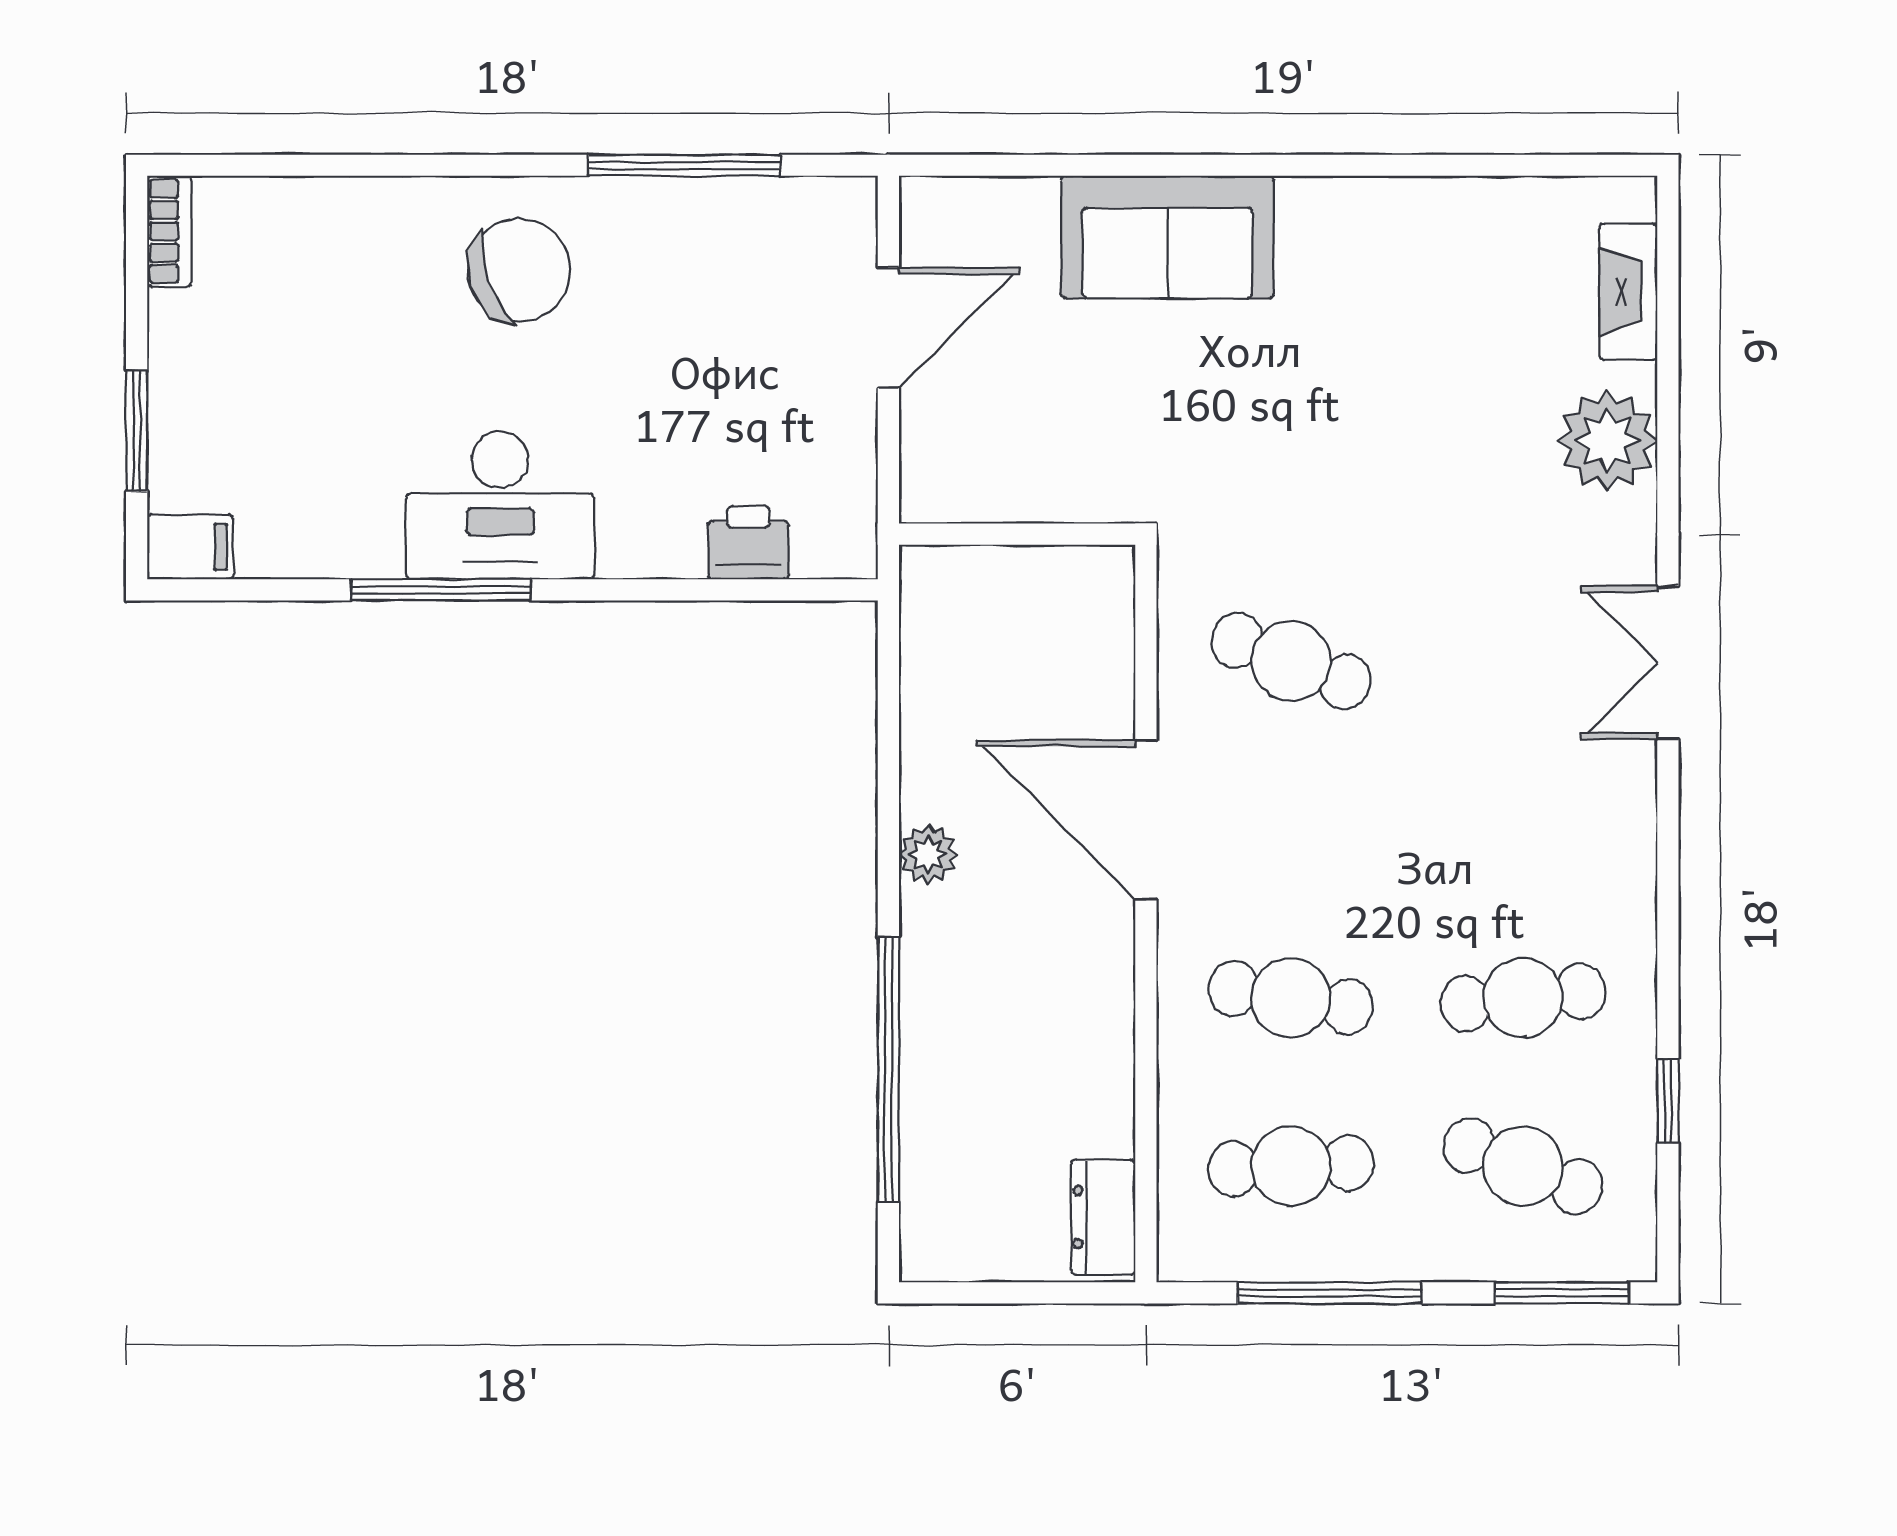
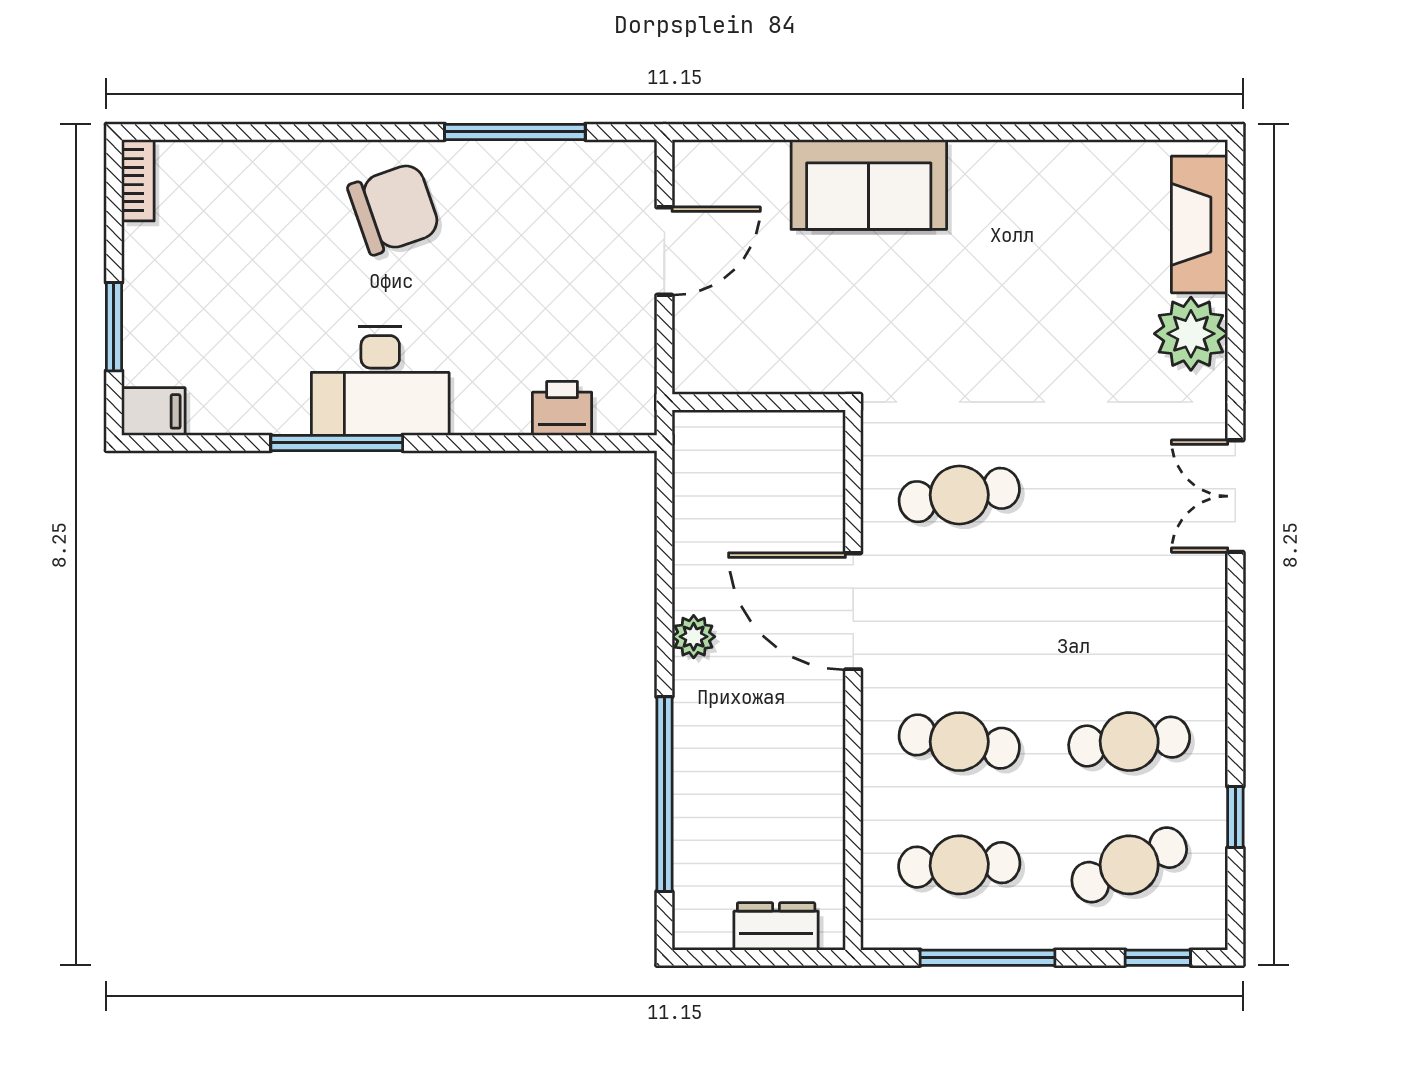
fireplace: (1628, 292) -> (1200, 224), width x1.37, depth x1.32
cafe table: (1291, 661) -> (959, 495), turned -30
cafe table: (1523, 1166) -> (1129, 865), turned -45
dresser: (1103, 1217) -> (776, 926), moved, turned 90
window: (1562, 1293) -> (1158, 958), width x0.67

